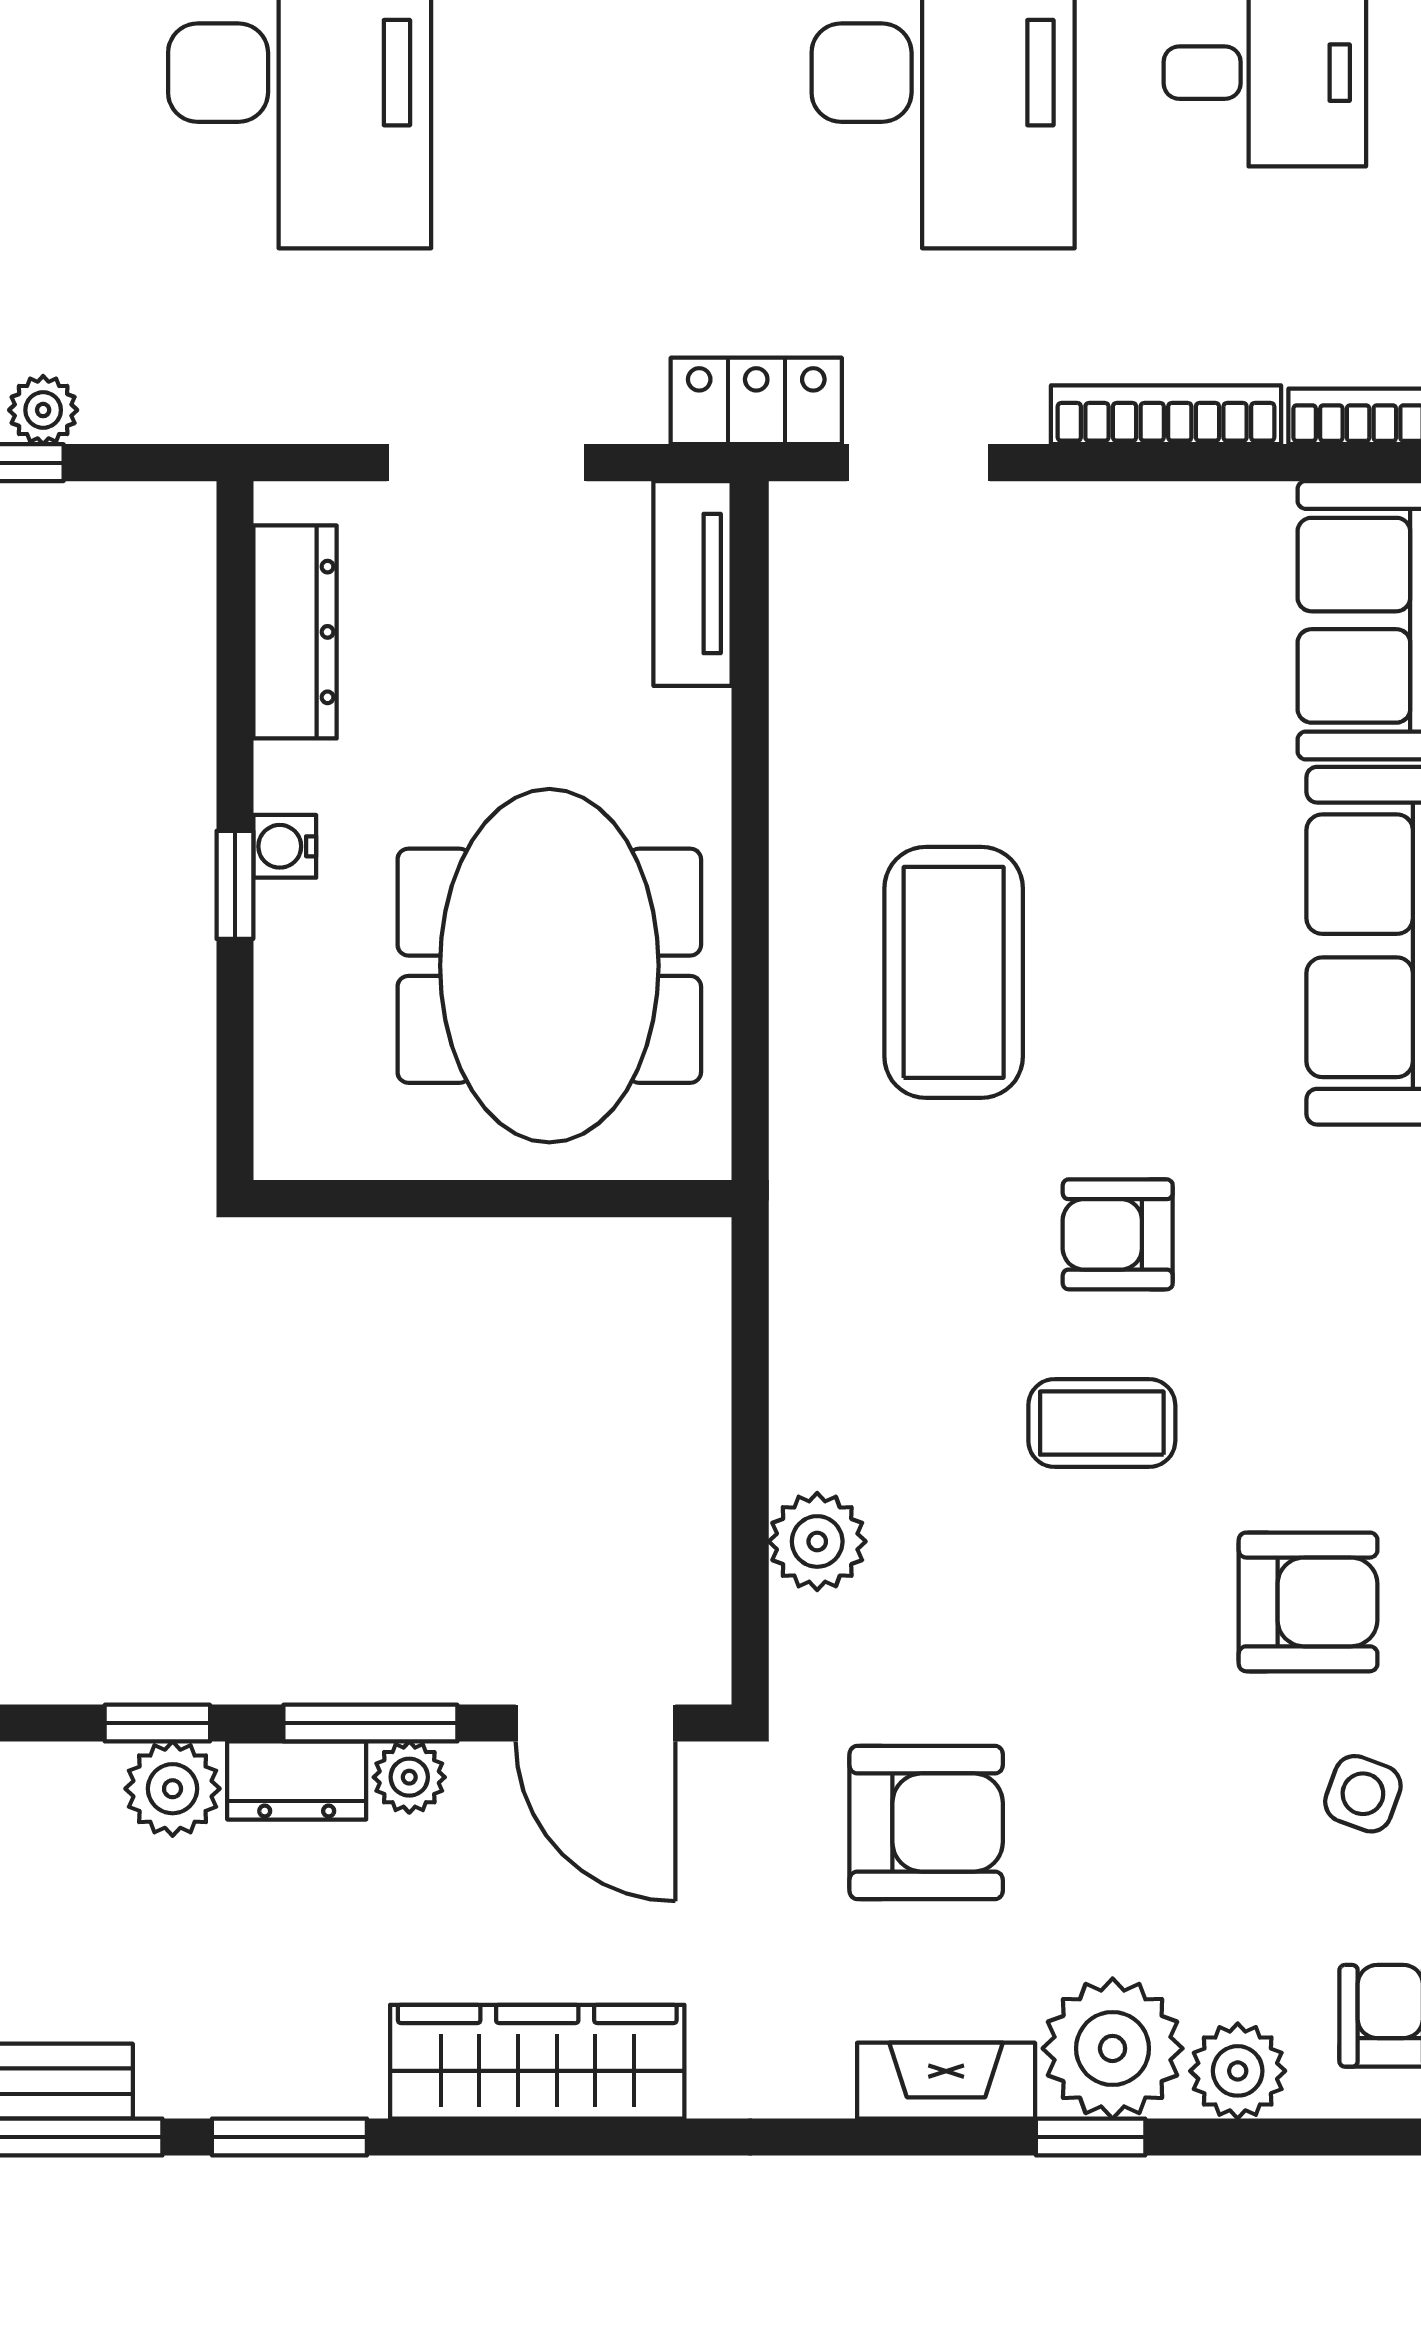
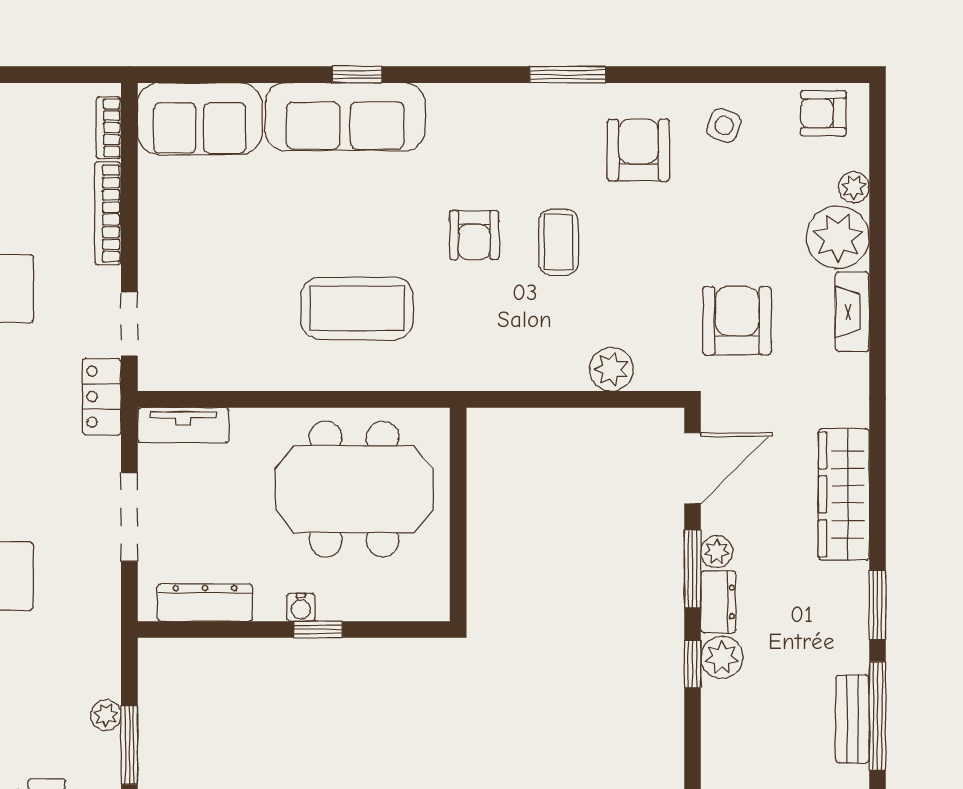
plant: (1238, 2071) -> (854, 187), width x0.73, depth x0.73
window: (1091, 2137) -> (878, 247), removed

